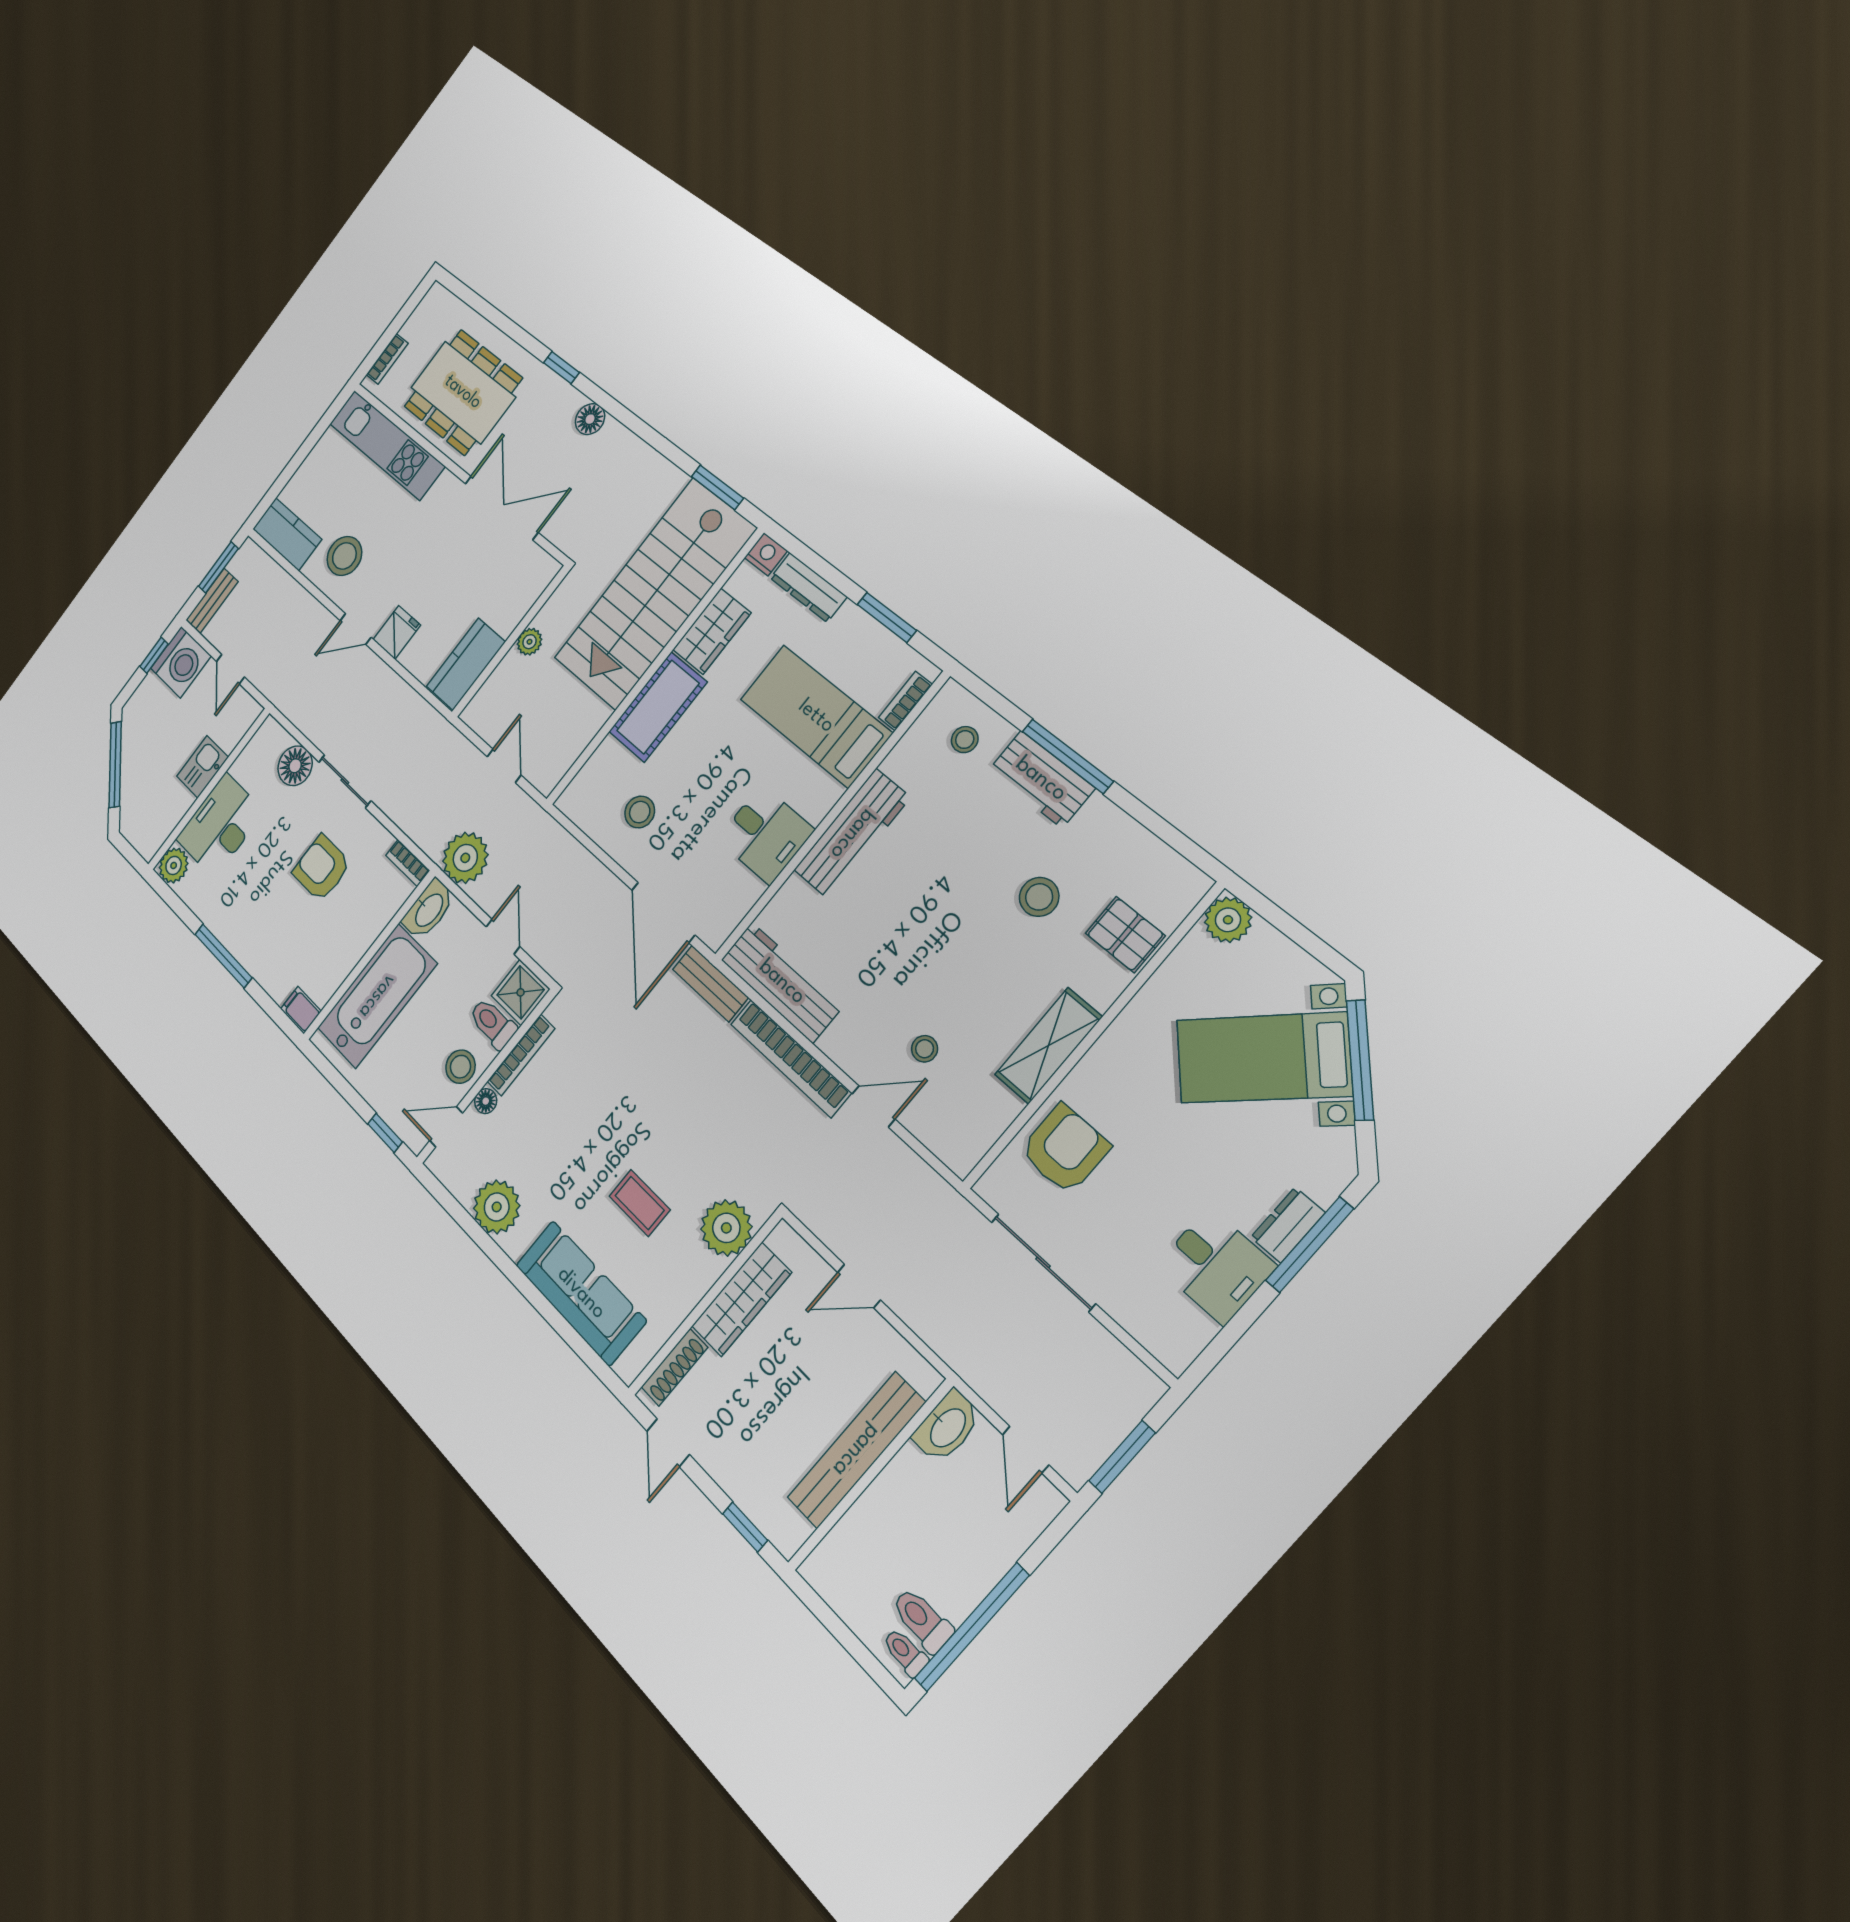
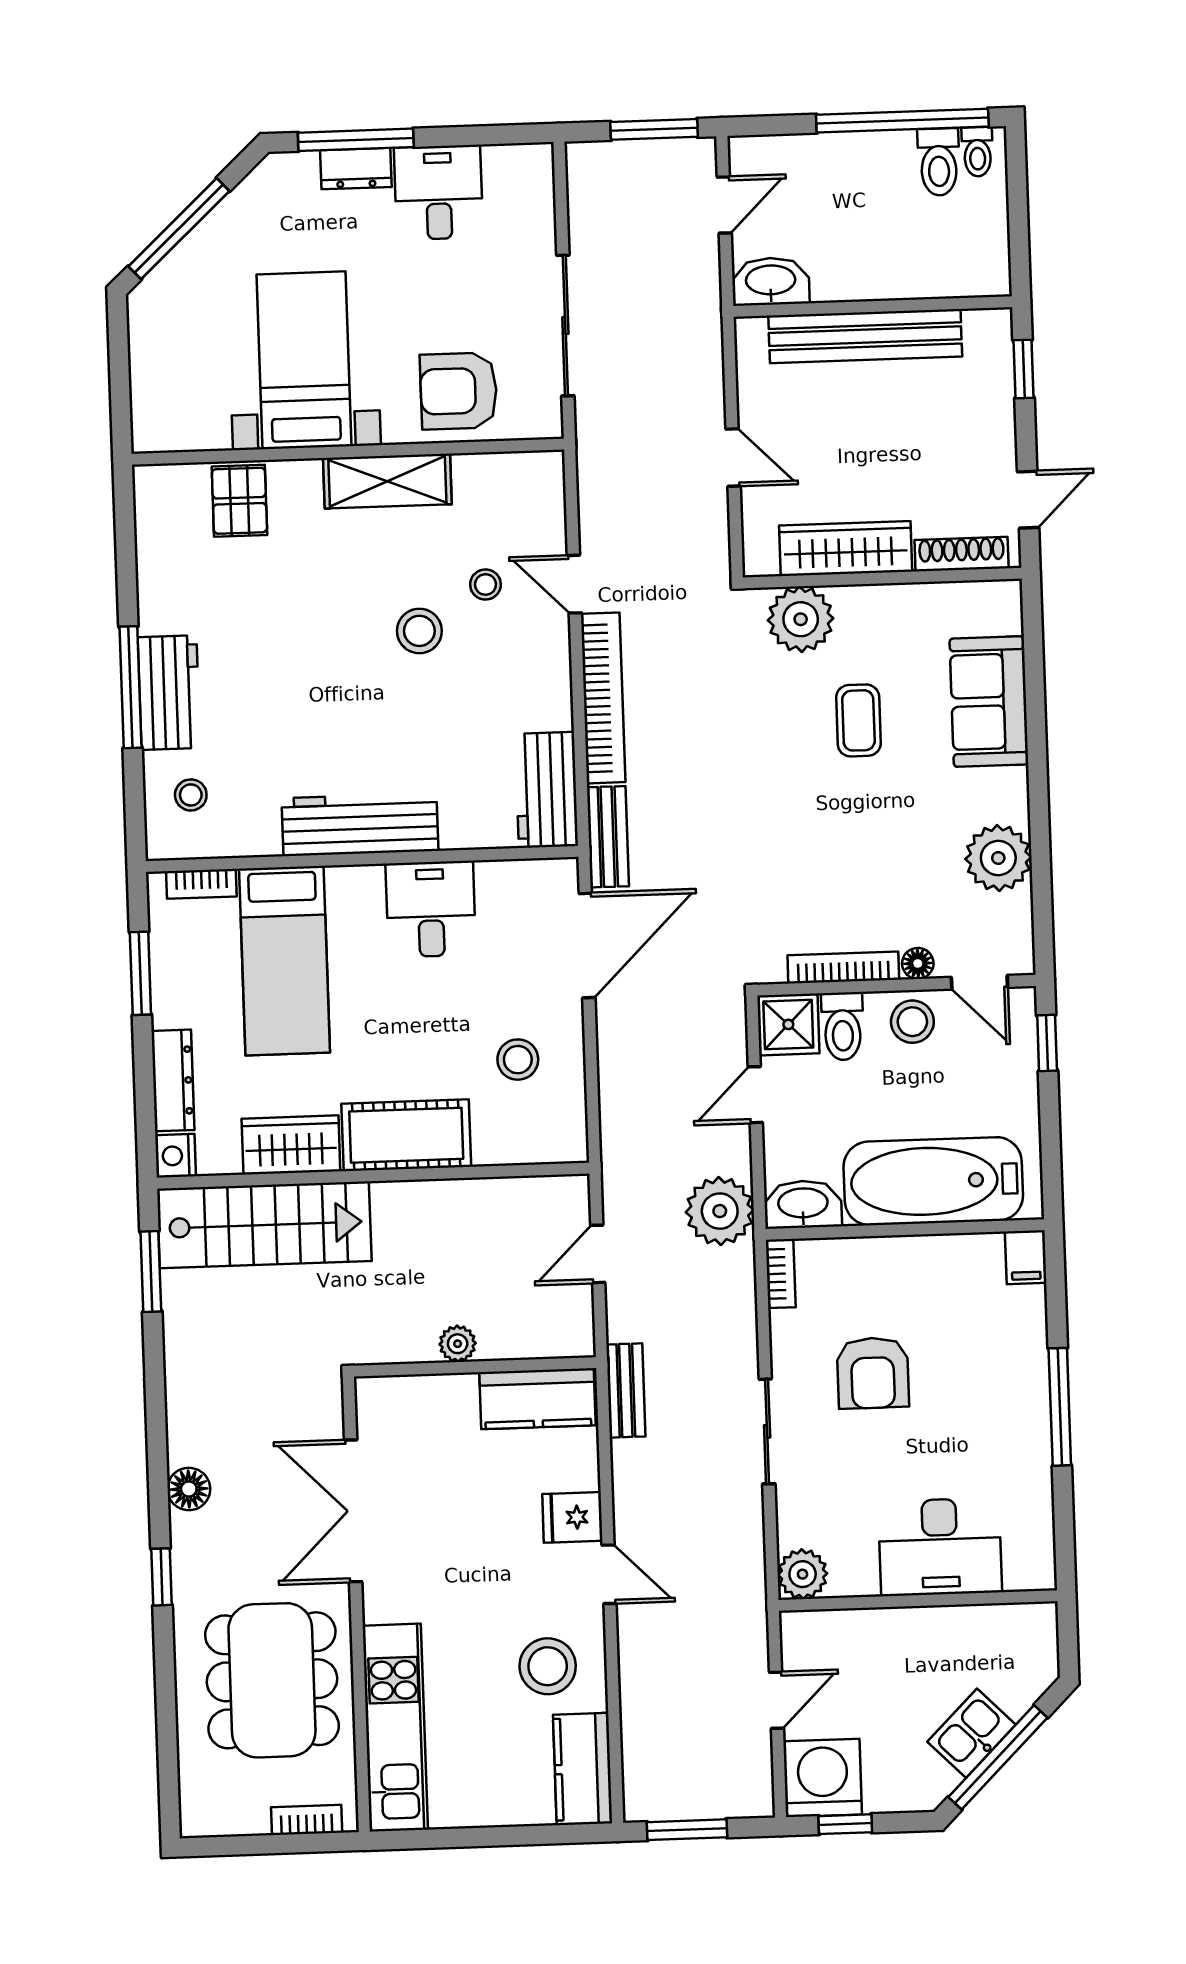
stairs: (654, 594) -> (264, 1225), width x0.73, depth x0.66
bench: (212, 601) -> (626, 1390), moved, turned 90
floor lamp: (295, 766) -> (803, 1511), removed
kitchen sink: (202, 767) -> (972, 1733), moved, turned 135
plant: (174, 865) -> (803, 1574), moved
stool: (1039, 897) -> (419, 631), moved
plant: (1228, 920) -> (156, 428), removed
workbench: (782, 982) -> (547, 790), width x0.73
bed with nightstands: (1263, 1058) -> (304, 360), moved, turned -137
sofa: (581, 1293) -> (989, 702), width x0.73

